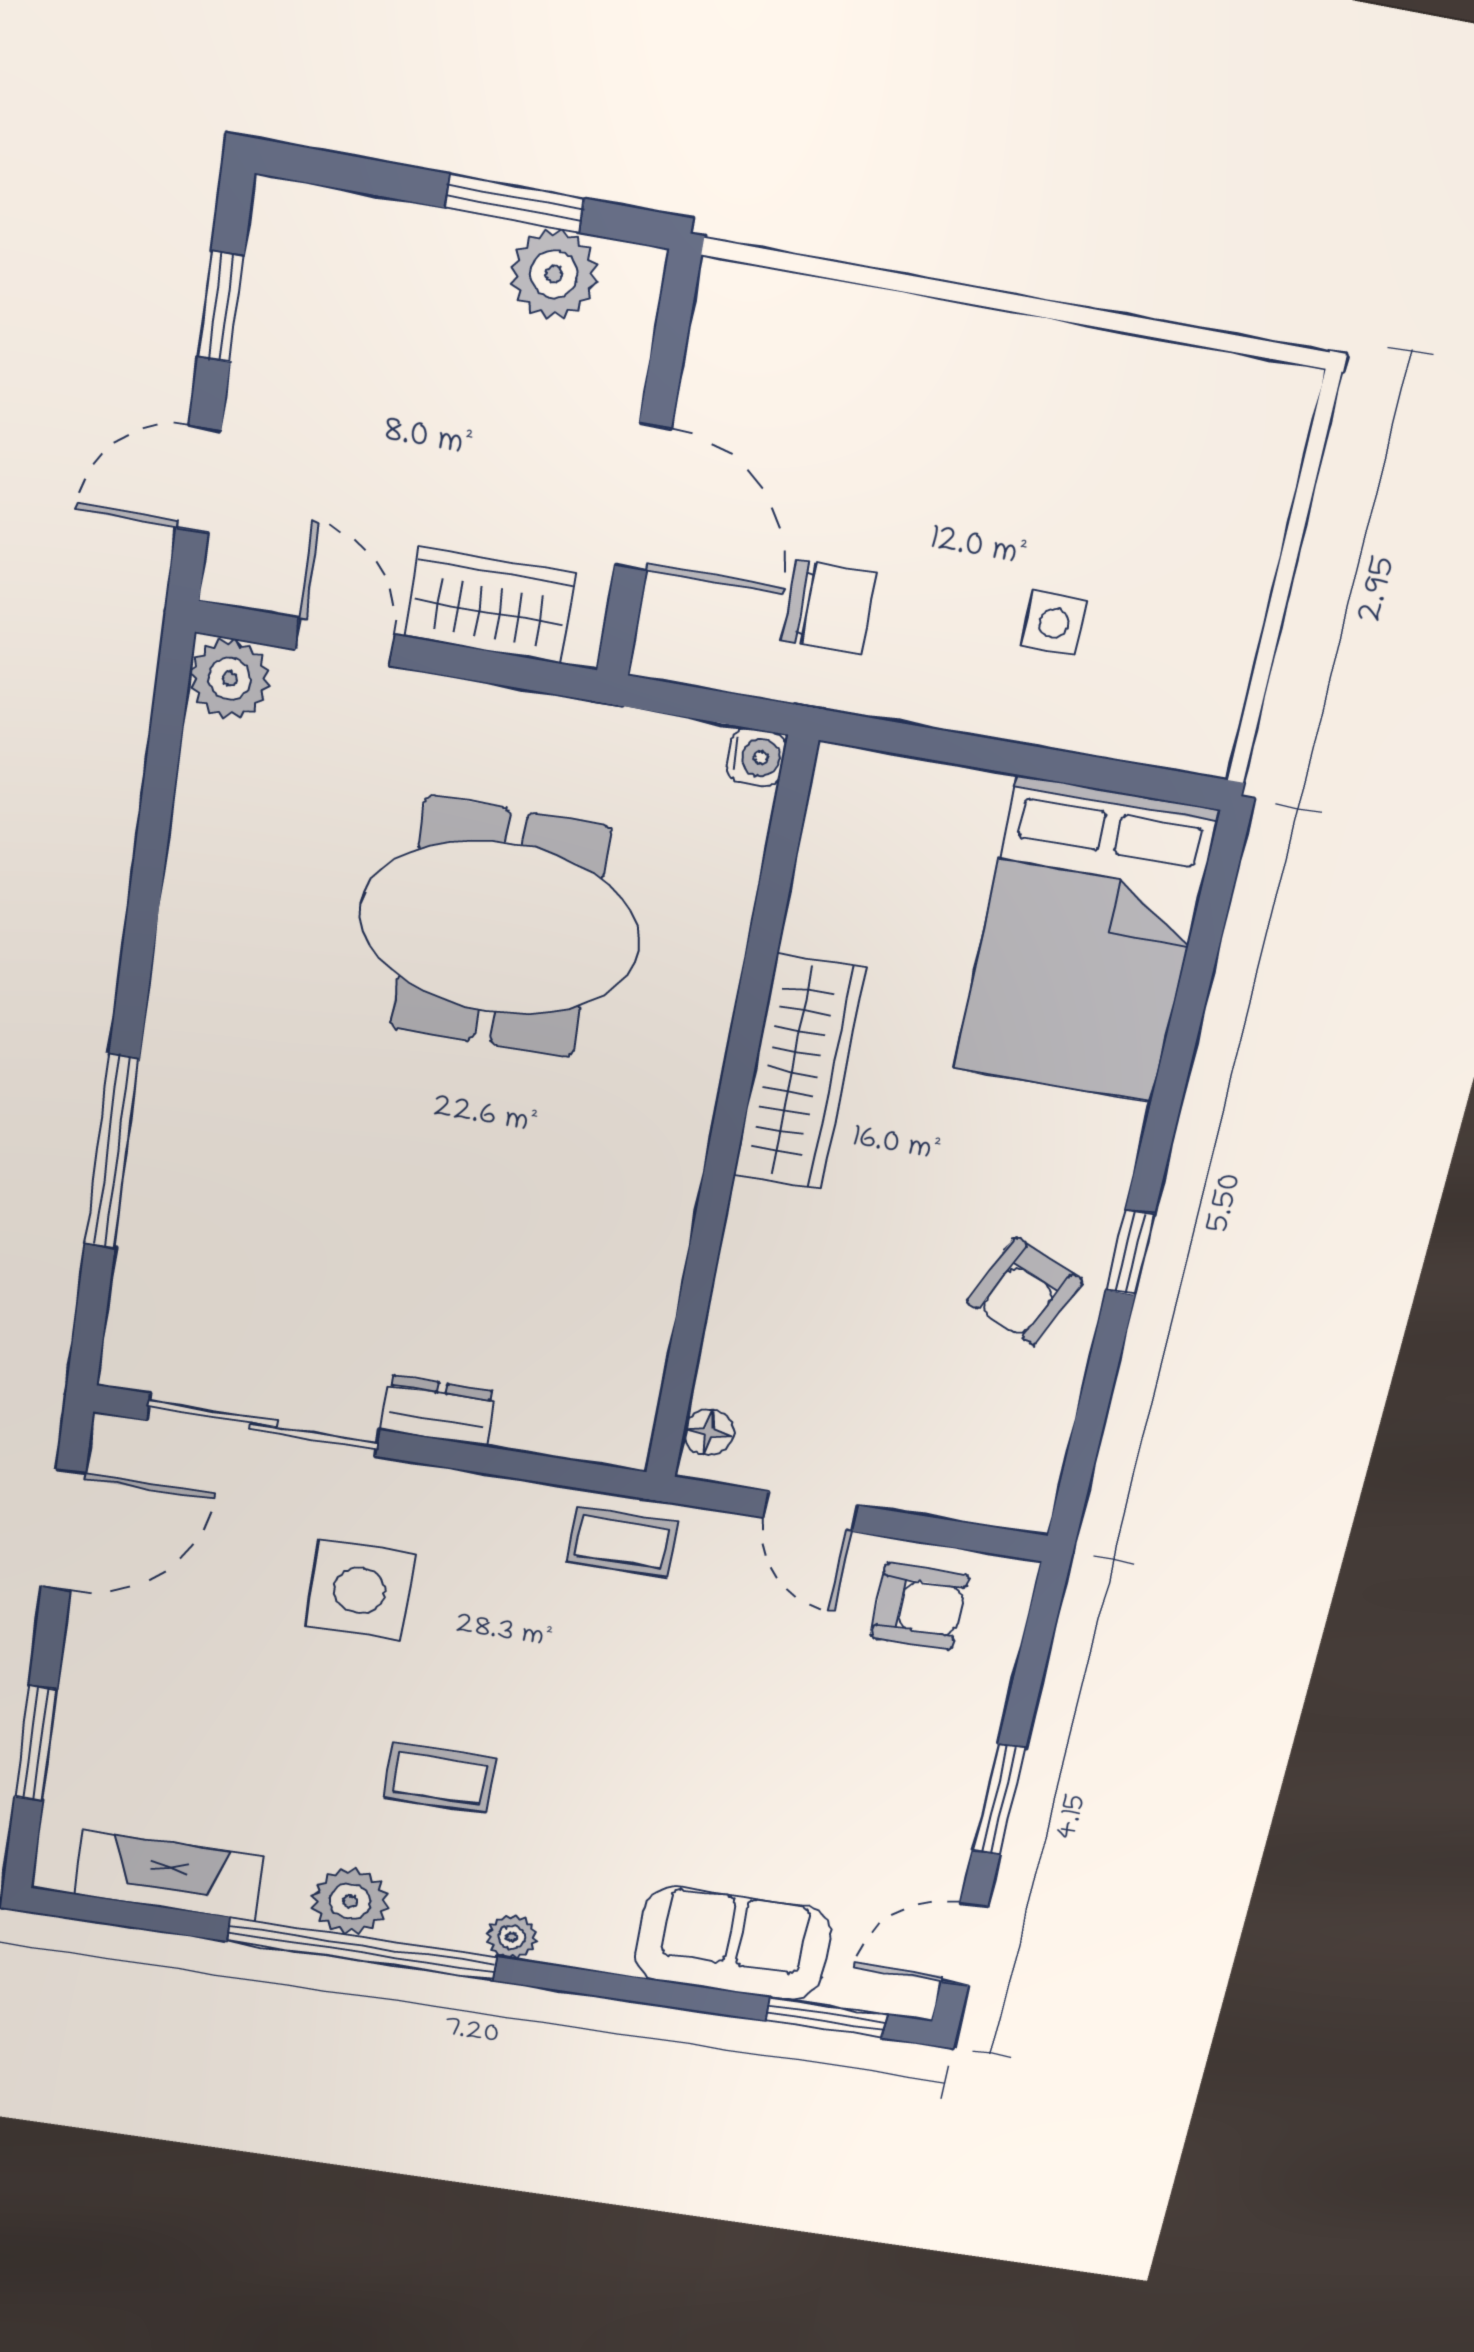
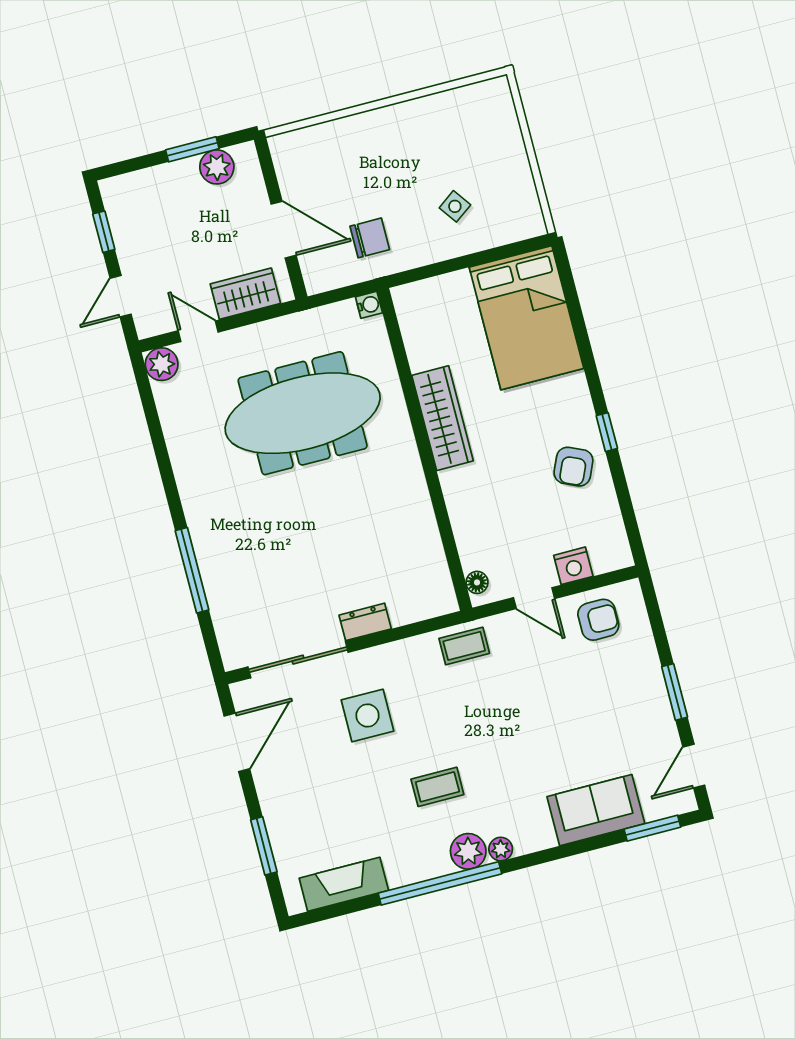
side table: (1054, 623) -> (455, 206), turned -36
meeting table: (500, 928) -> (303, 413), width x1.36
nightstand: (922, 1484) -> (573, 566), added
plant: (350, 1901) -> (468, 851), moved

